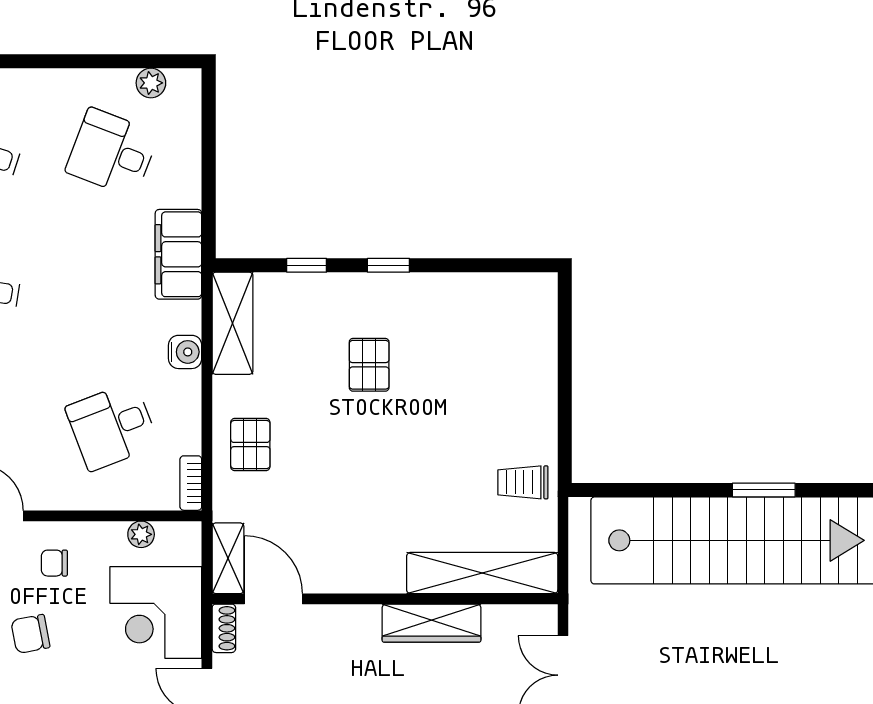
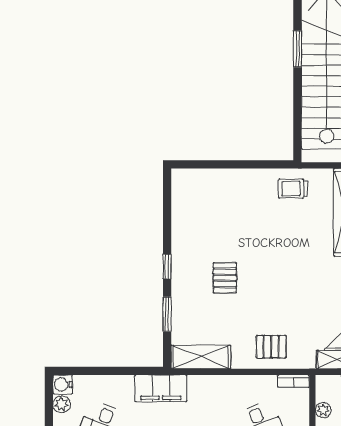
window: (307, 265) -> (167, 314), width x1.50
water cooler: (185, 352) -> (63, 385), moved, turned -90
pallet: (369, 365) -> (225, 278), turned 90
trolley: (523, 482) -> (293, 189), turned 90

